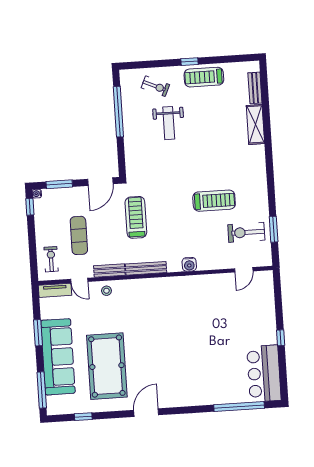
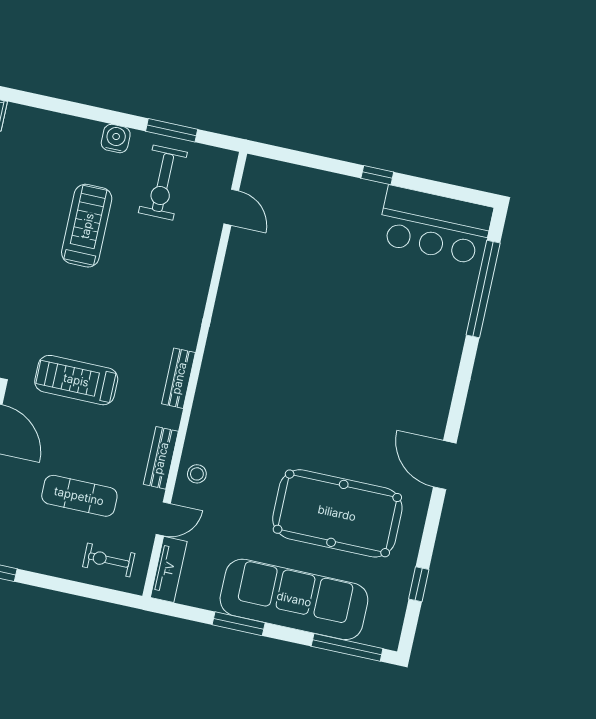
water cooler: (189, 264) -> (116, 139), moved, turned -90
bench: (146, 268) -> (179, 378), width x0.73

